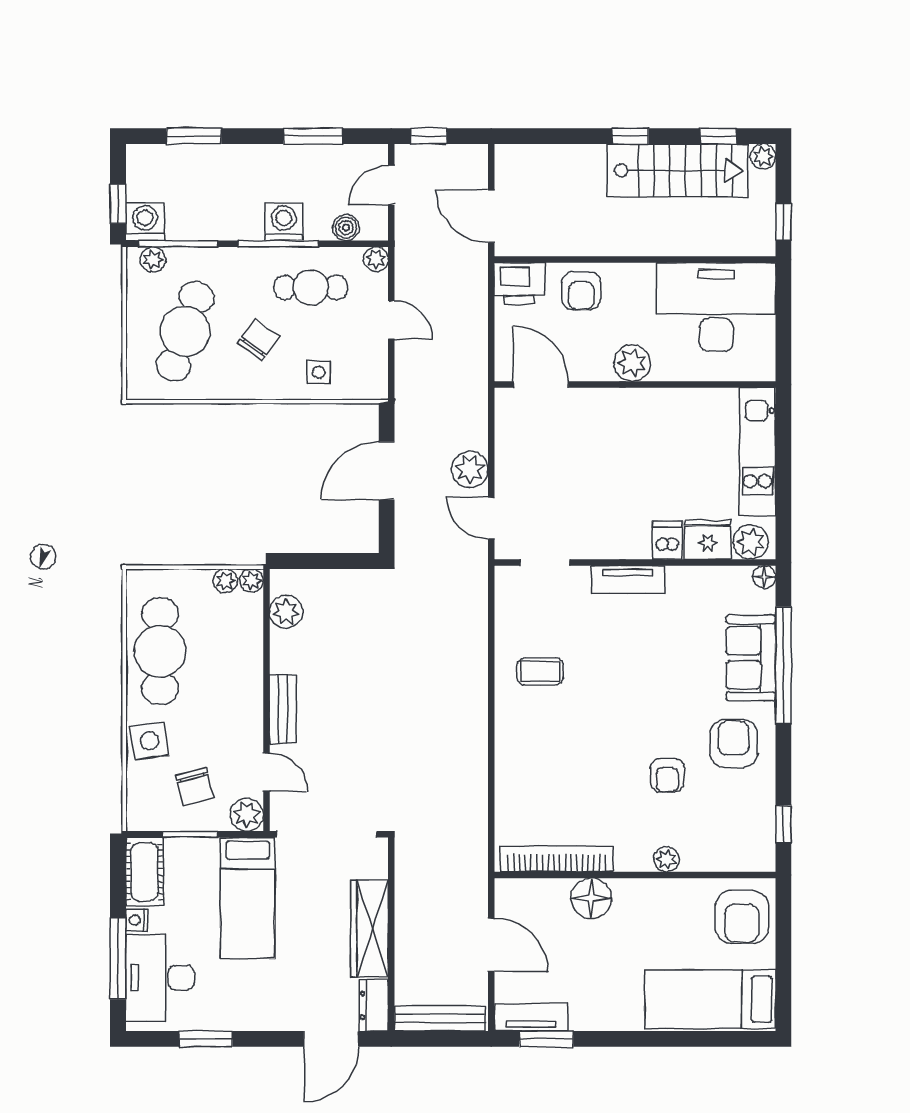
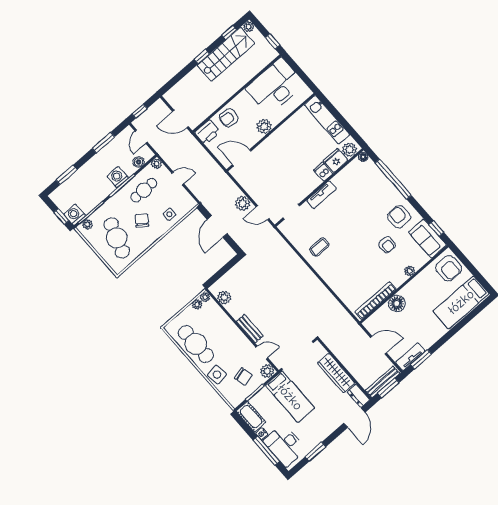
armchair: (581, 291) -> (229, 118), turned 95
sofa: (751, 658) -> (428, 239), moved
window: (441, 1039) -> (388, 388), added

